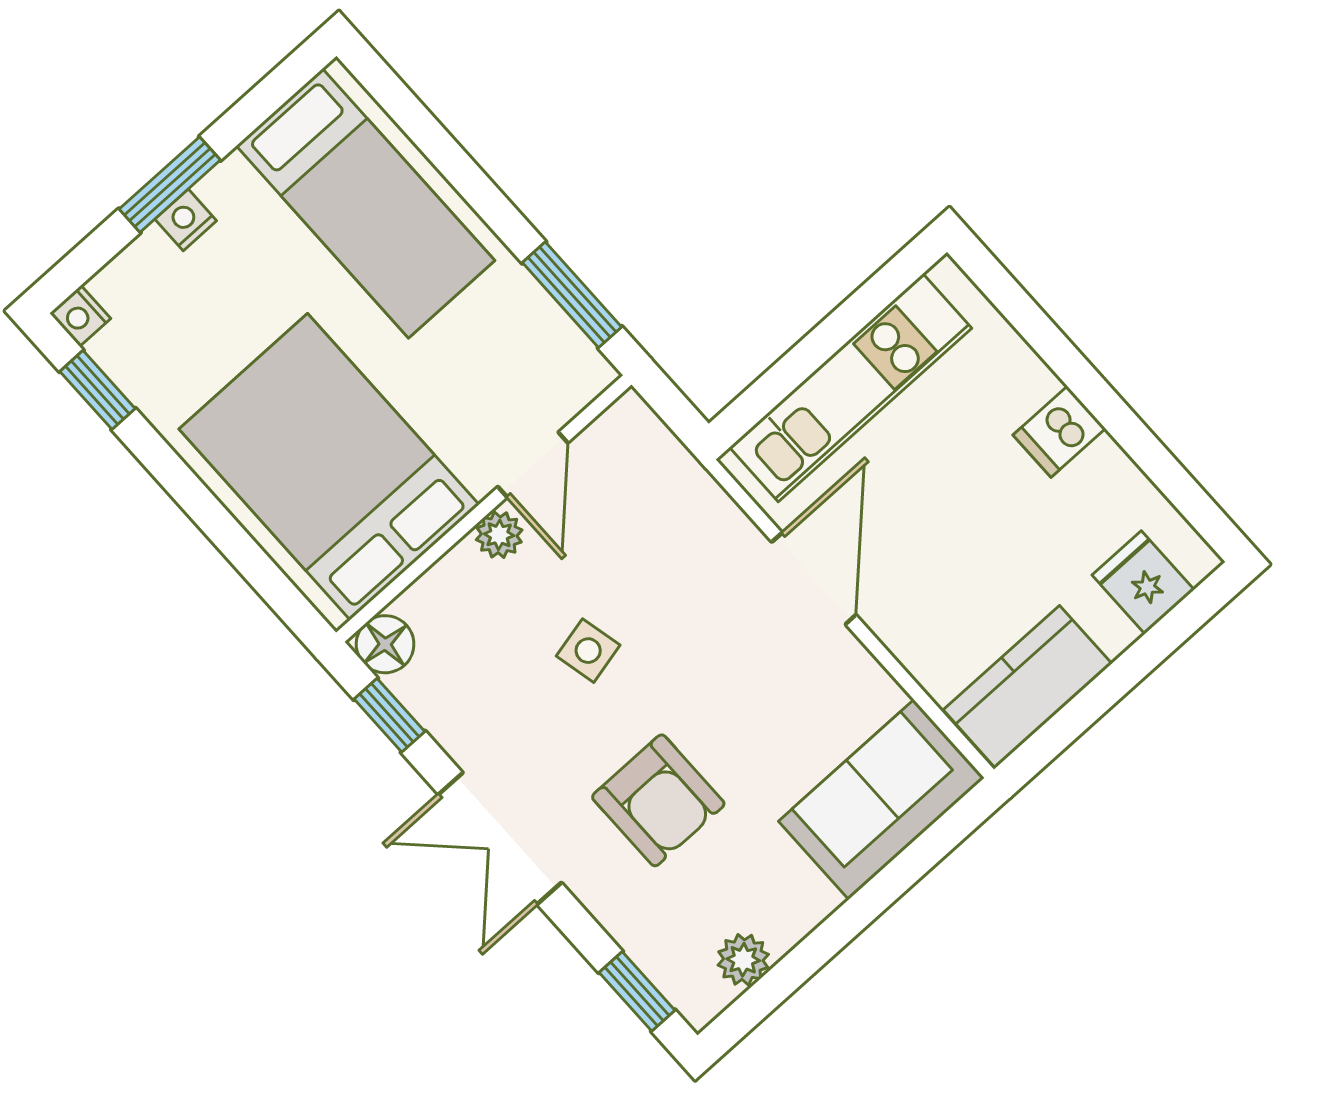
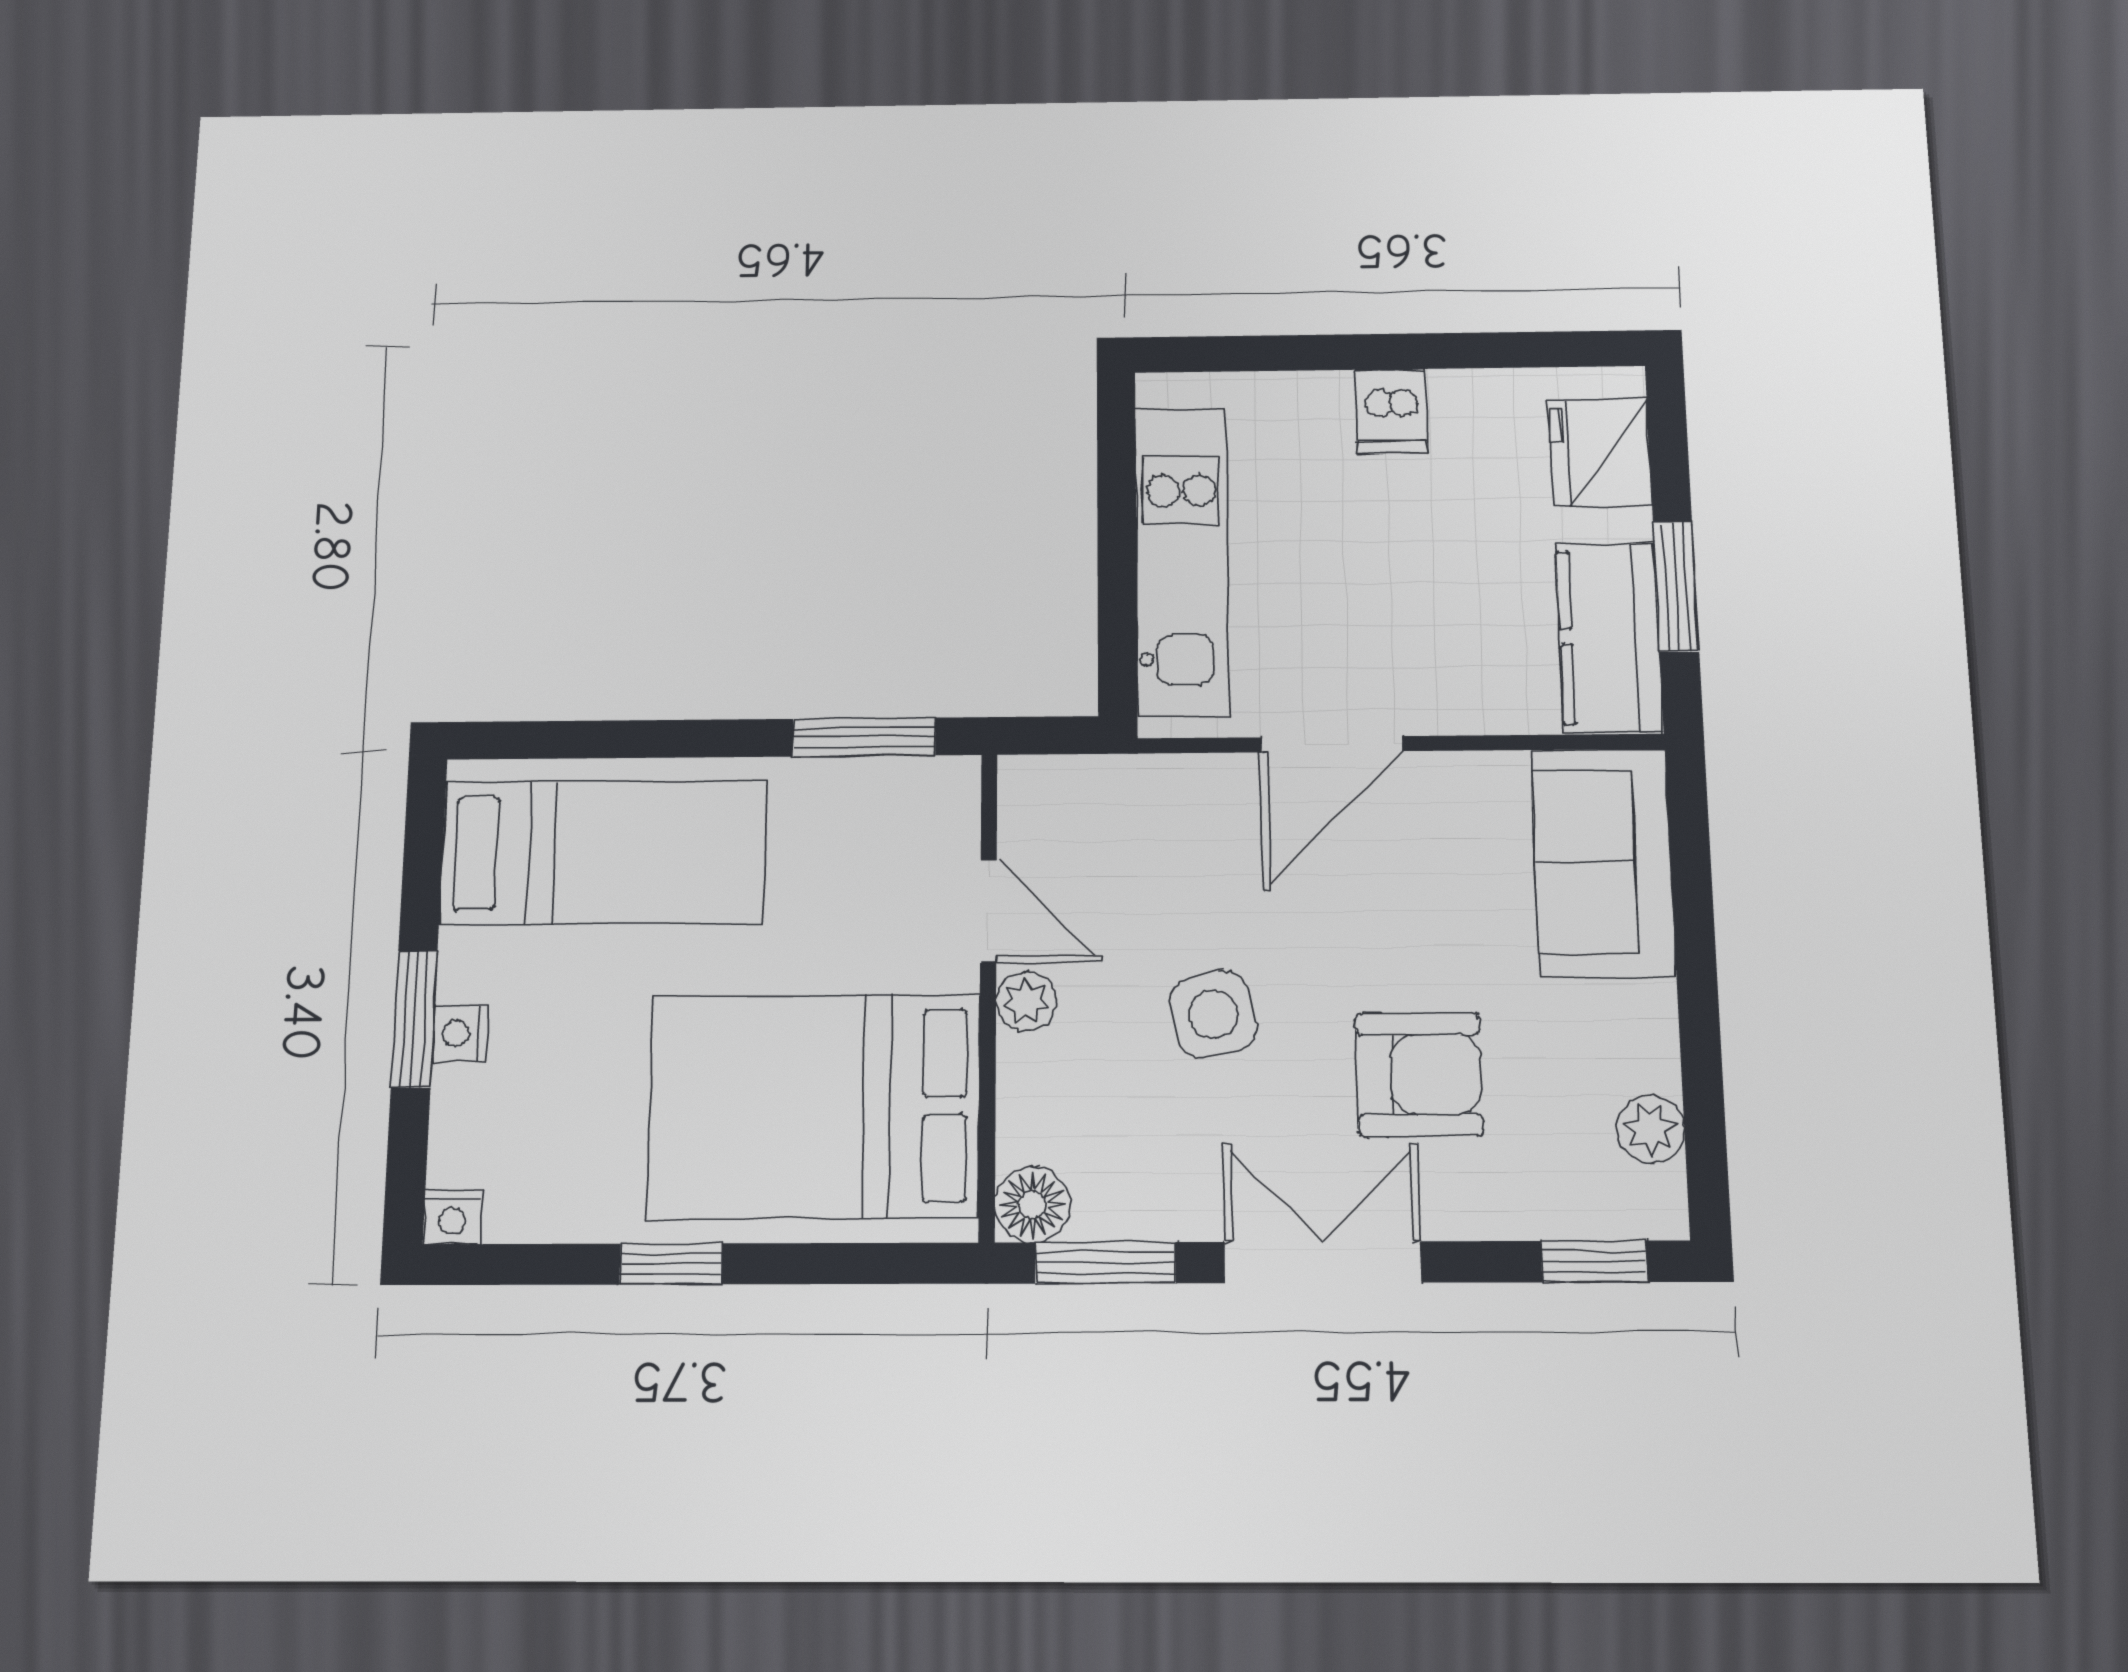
window: (97, 390) -> (671, 1264), moved
door: (814, 578) -> (1332, 744), swing flipped
fridge: (1143, 582) -> (1600, 453), width x1.38
side table: (588, 651) -> (1213, 1014), width x1.37, depth x1.37
window: (1095, 700) -> (1676, 587), added
window: (389, 715) -> (1105, 1263), width x1.50
double door: (500, 839) -> (1323, 1262), swing flipped

